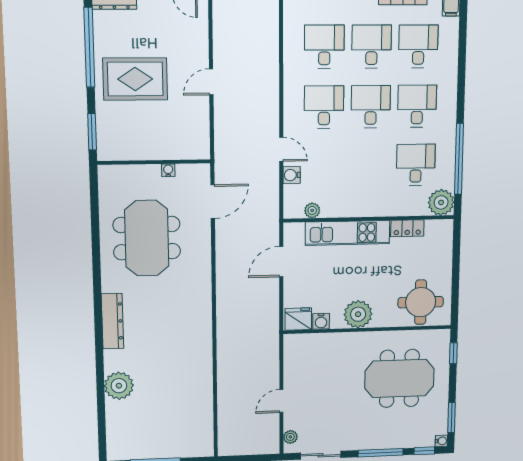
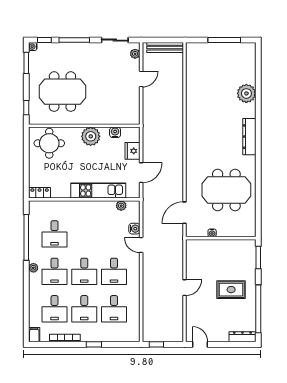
rug: (135, 79) -> (231, 290), width x0.73, depth x0.70
plant: (441, 202) -> (33, 268), moved, width x0.53, depth x0.53
locker: (407, 228) -> (40, 193), moved
meeting table: (147, 238) -> (226, 190), turned 90
fridge: (298, 319) -> (132, 151), moved, turned 90
bench: (245, 448) -> (165, 48), added

